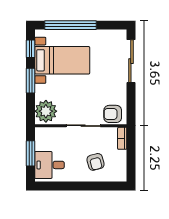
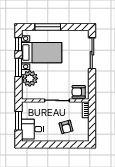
window: (71, 25) -> (48, 27), width x0.68
plant: (46, 111) -> (30, 78), moved

